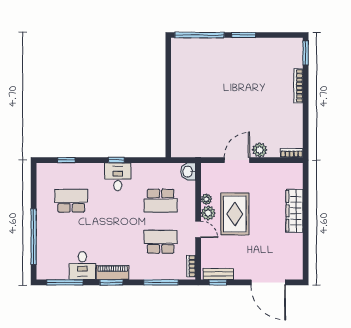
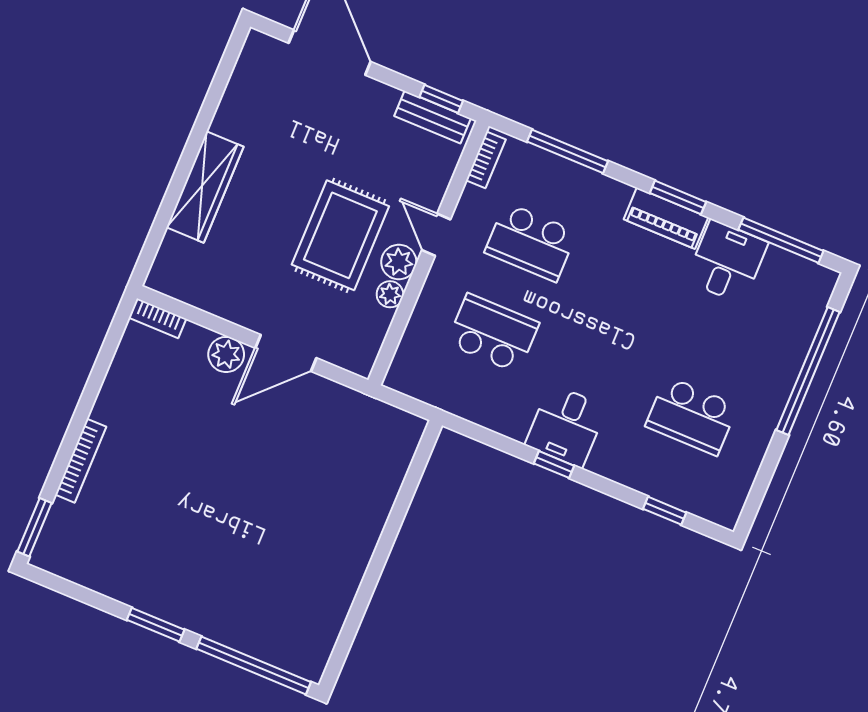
washbasin: (188, 172) -> (405, 373), removed

